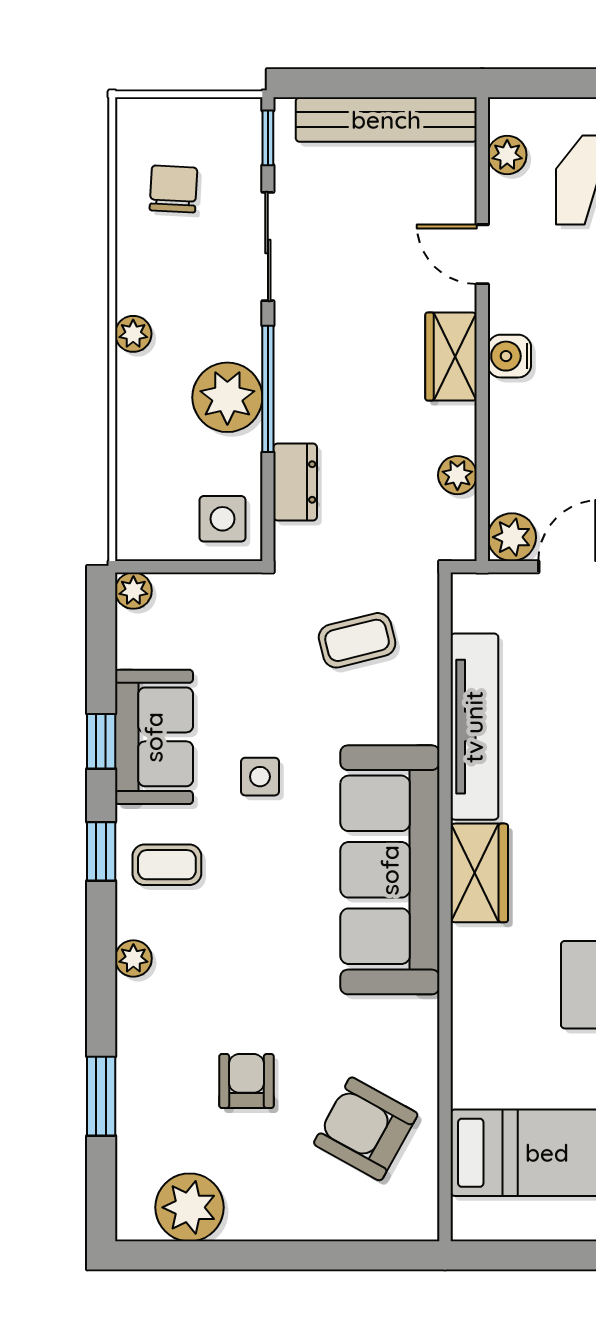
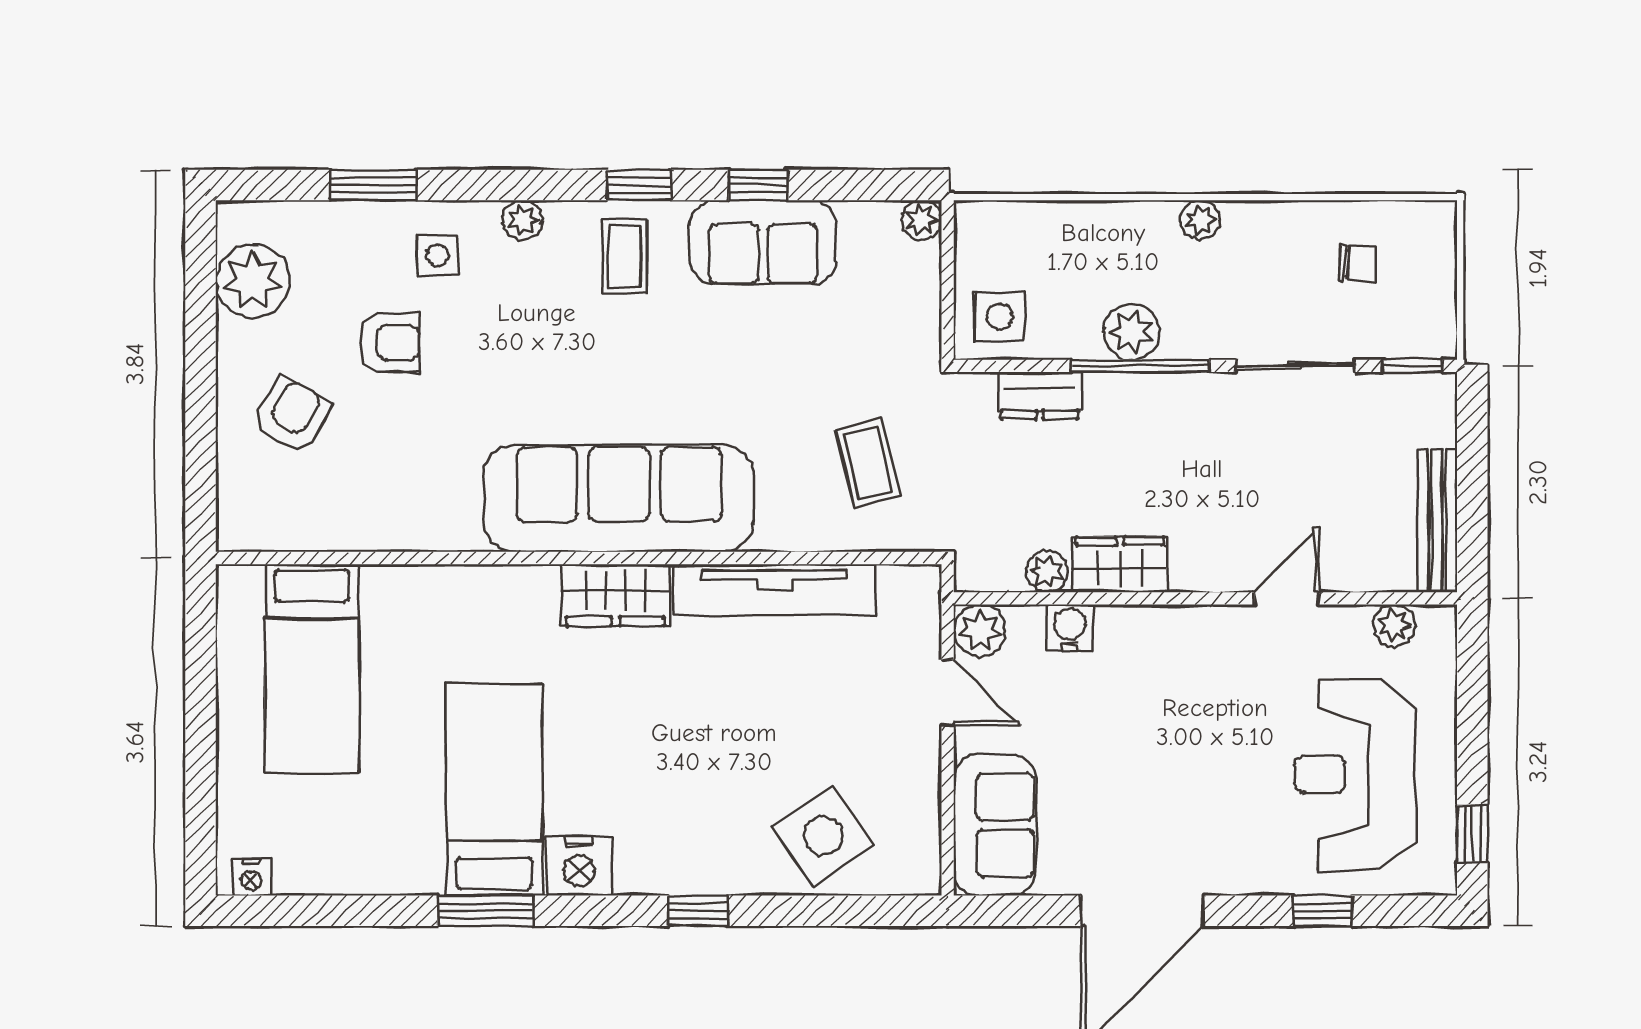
bench: (386, 120) -> (1437, 521), width x0.73, depth x0.82
chair: (173, 189) -> (1357, 263), width x0.73, depth x0.73
water cooler: (509, 356) -> (1070, 628), moved
wardrobe: (451, 357) -> (1120, 565), moved
plant: (227, 397) -> (1131, 332), width x0.73, depth x0.73
side table: (260, 777) -> (438, 255), moved
armchair: (366, 1129) -> (292, 415), moved, width x0.72, depth x0.72

